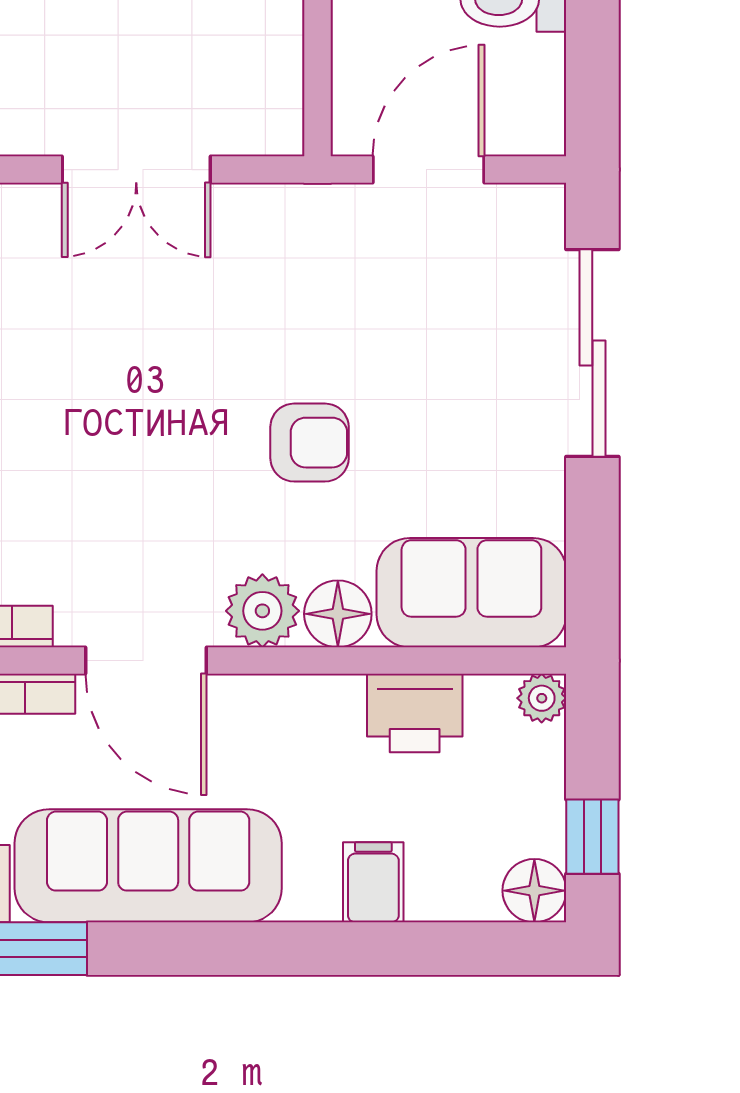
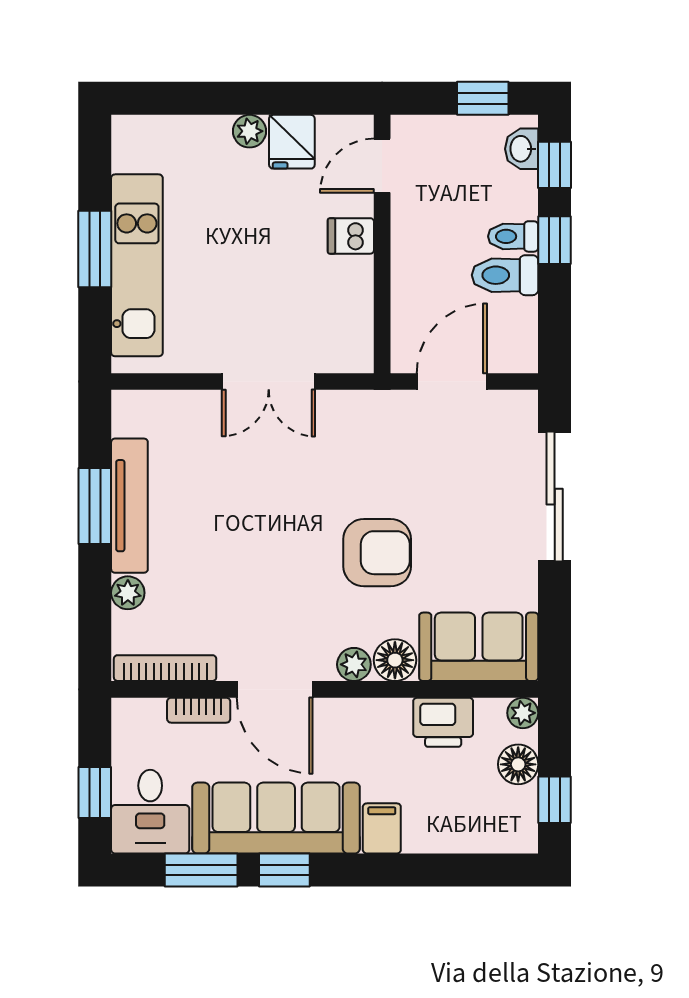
armchair: (310, 443) -> (377, 553), width x1.38, depth x1.38
plant: (262, 611) -> (354, 664), width x0.73, depth x0.73
filing cabinet: (373, 882) -> (382, 828), moved
floor lamp: (534, 891) -> (518, 764), moved
window: (161, 949) -> (284, 870), added

